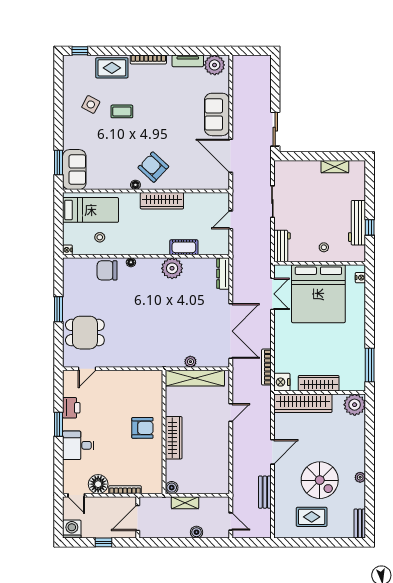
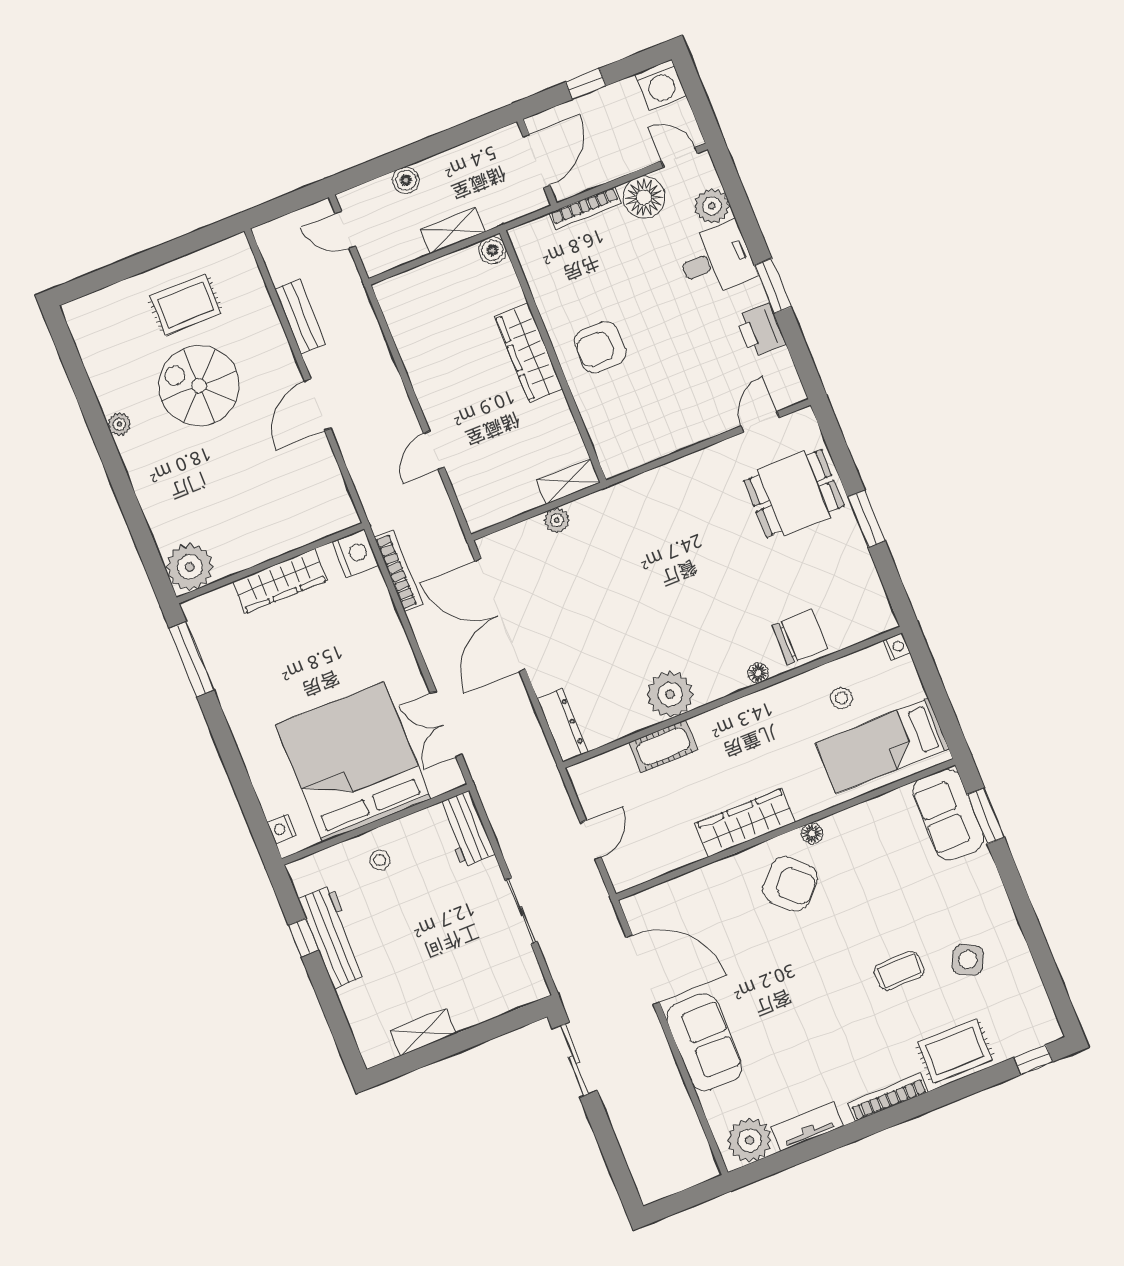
shelving: (195, 378) -> (569, 481), width x0.45, depth x0.75
wardrobe: (303, 403) -> (296, 528), removed
plant: (71, 469) -> (712, 206), added
bench: (360, 524) -> (82, 331), removed

